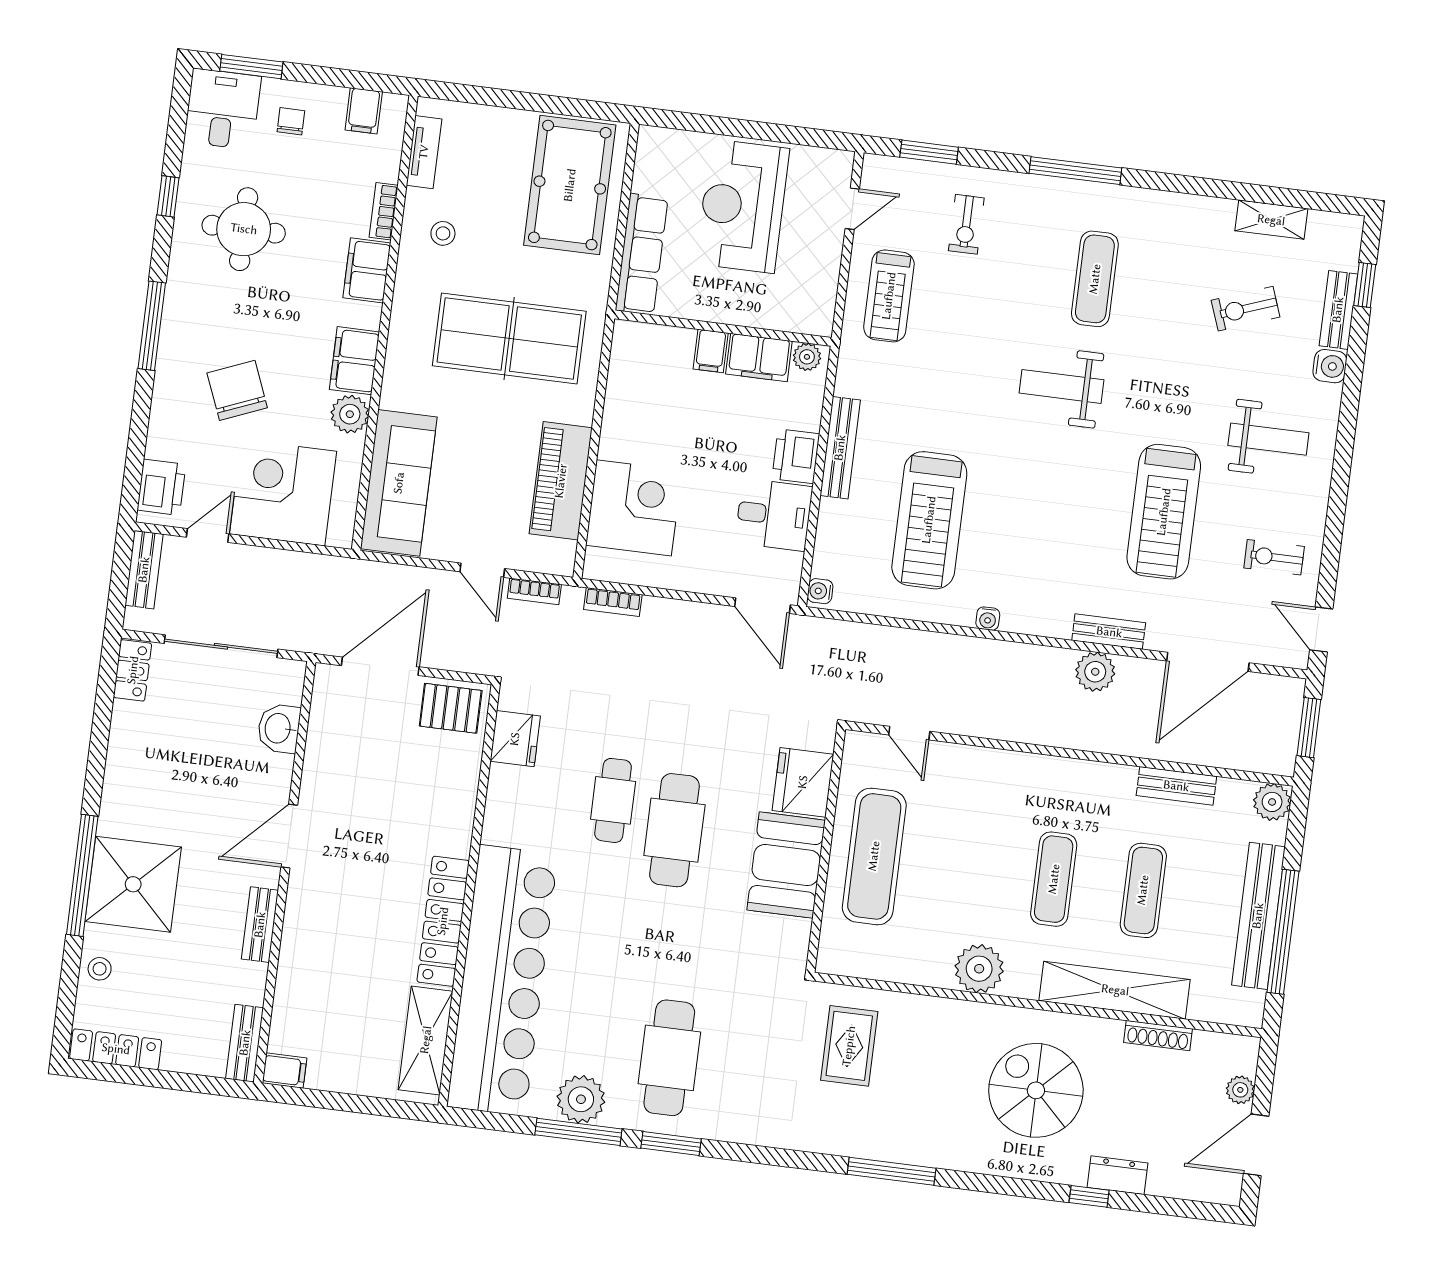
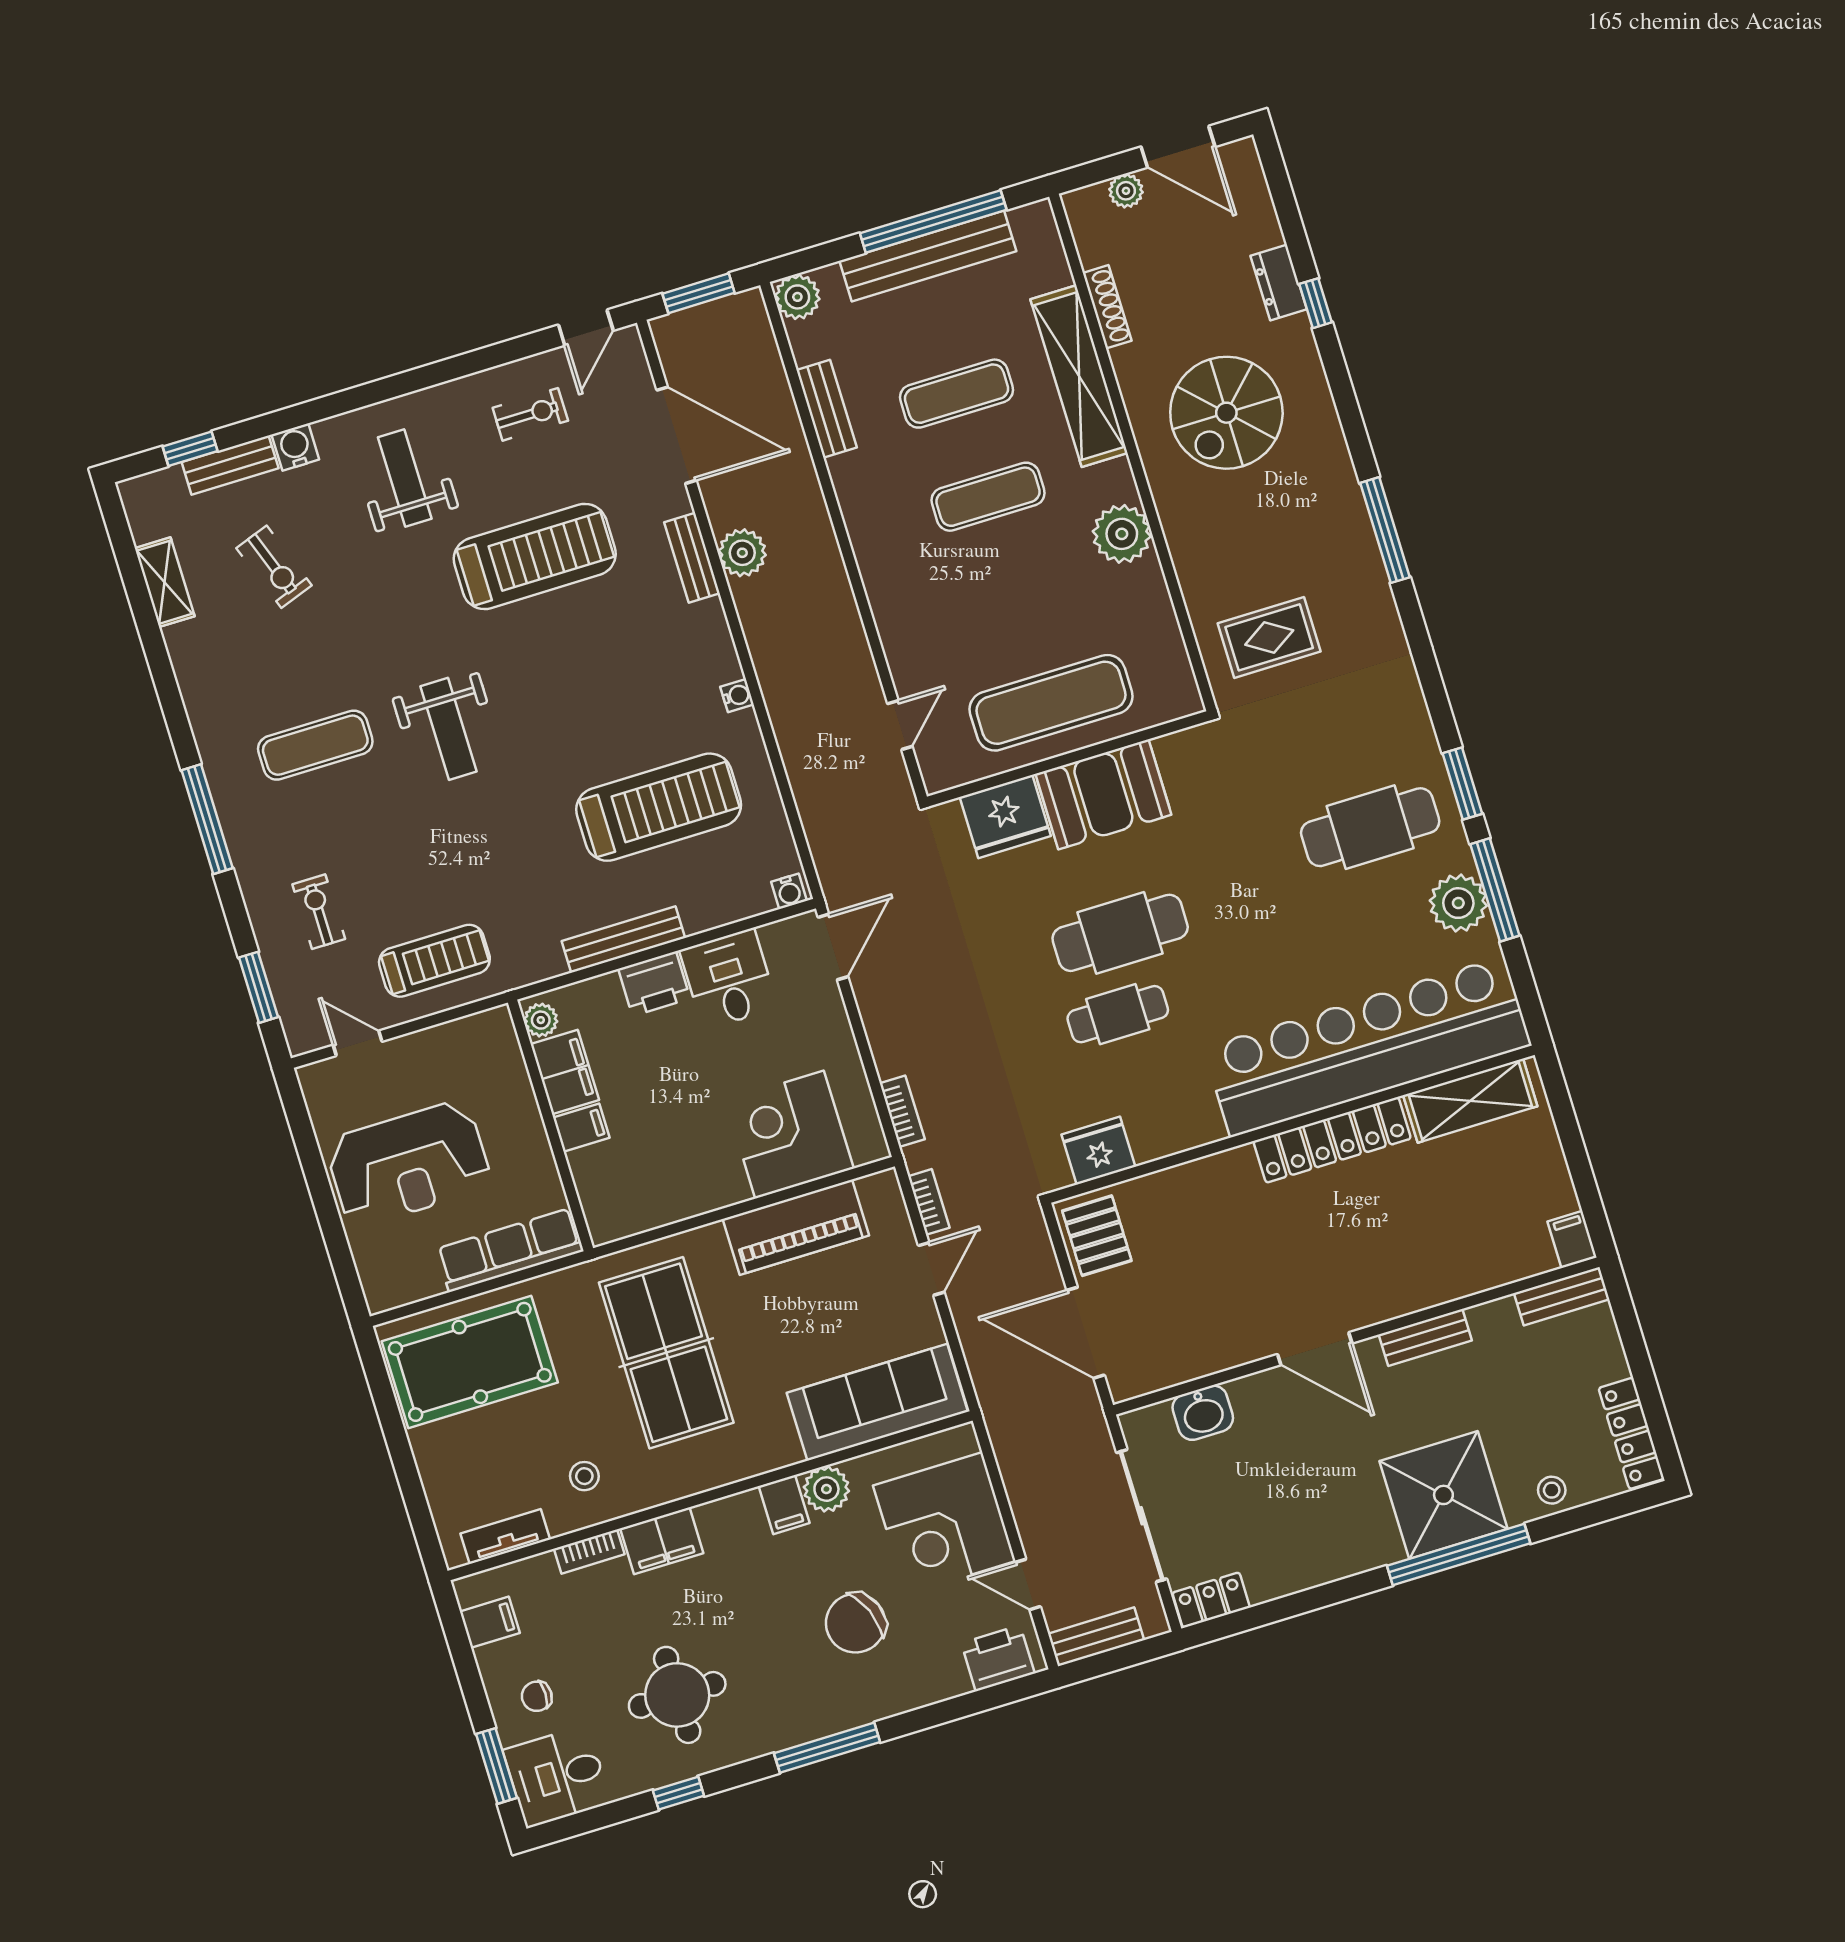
exercise bike: (966, 224) -> (319, 912), turned -90
filing cabinet: (355, 361) -> (784, 1505), width x0.50
exercise bike: (1274, 557) -> (530, 414), turned -90

